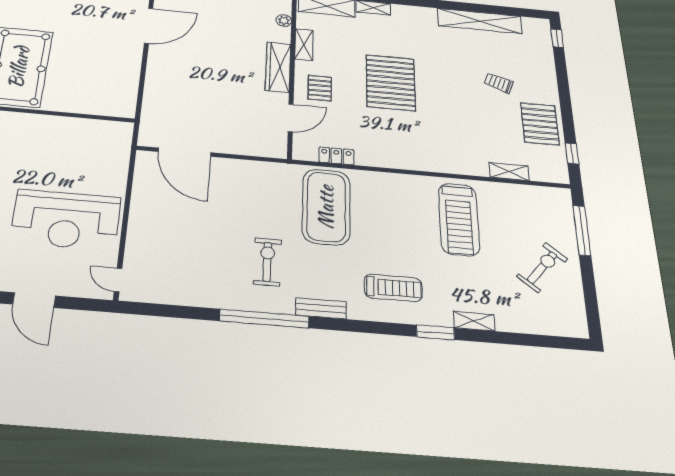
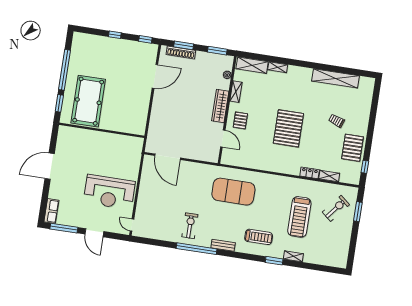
window: (557, 38) -> (376, 92), removed
pallet: (391, 83) -> (288, 128), moved
door: (291, 118) -> (223, 138), hinge flipped
locker: (336, 156) -> (310, 173), moved
exercise mat: (326, 207) -> (233, 192), turned 90
treadmill: (459, 219) -> (299, 217), moved
window: (582, 230) -> (358, 212), width x0.69
exercise bike: (267, 262) -> (190, 226), moved
exercise bike: (542, 268) -> (336, 208), moved

